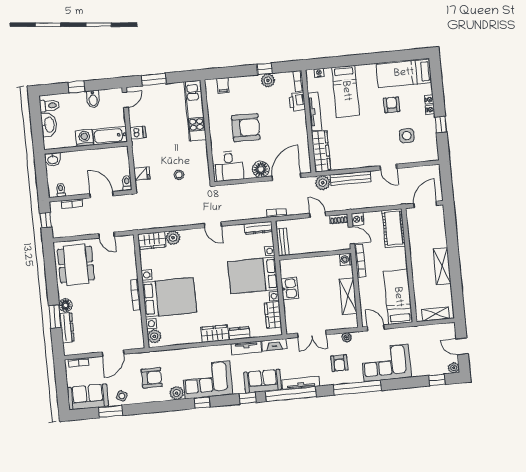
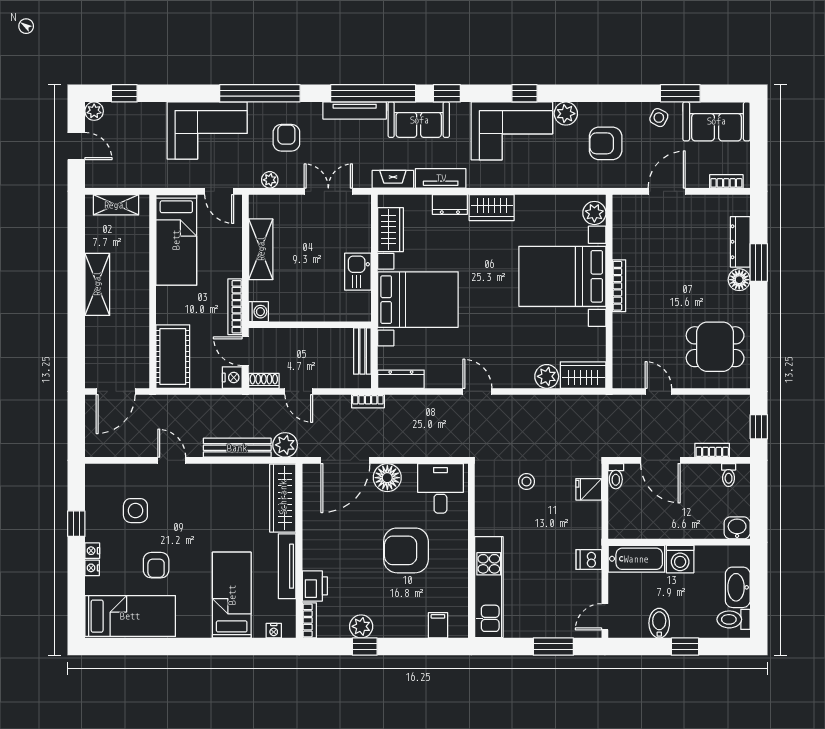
dining table: (76, 265) -> (715, 347), width x0.73

